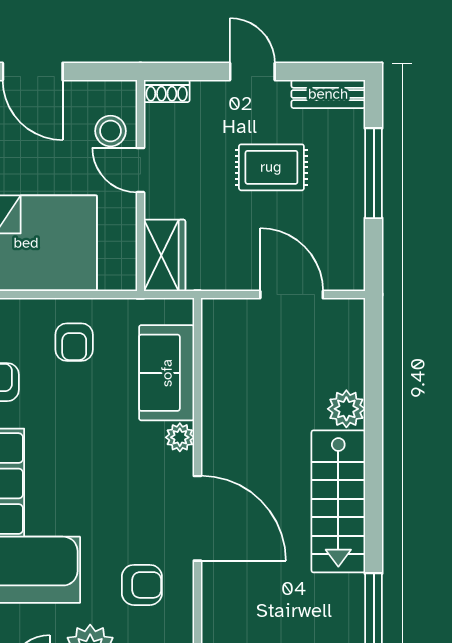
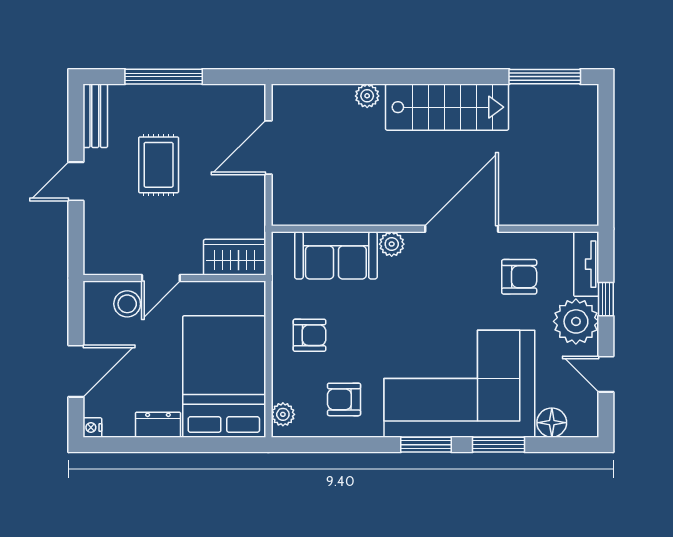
shoe rack: (167, 91) -> (93, 255), removed
plant: (346, 409) -> (367, 96), width x0.73, depth x0.73
armchair: (142, 585) -> (519, 277), turned 90

